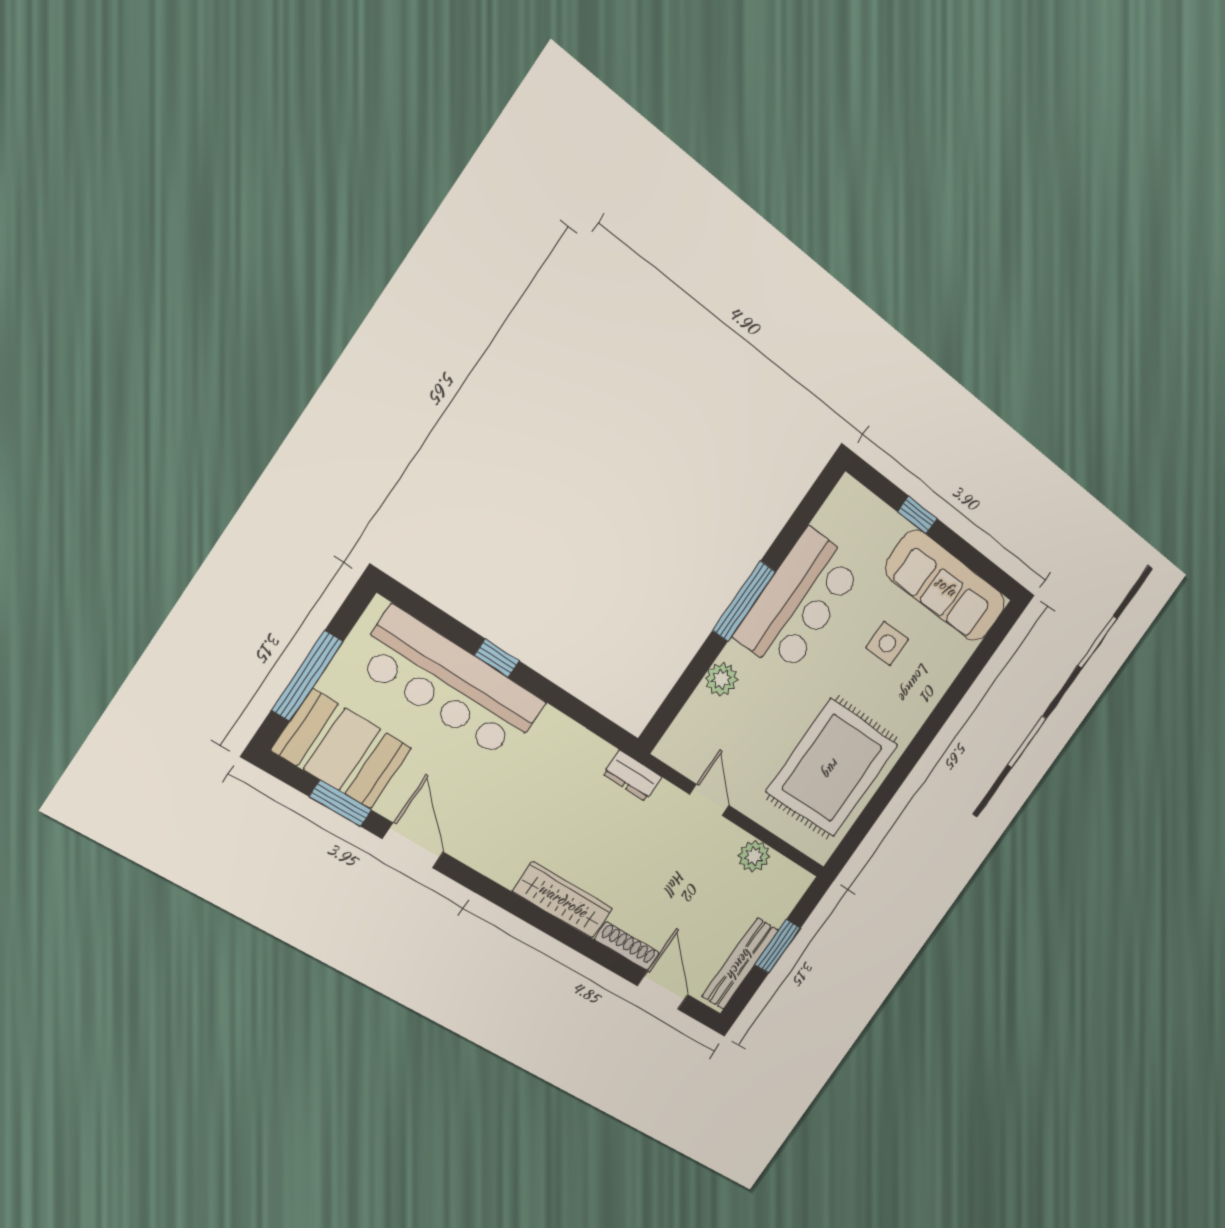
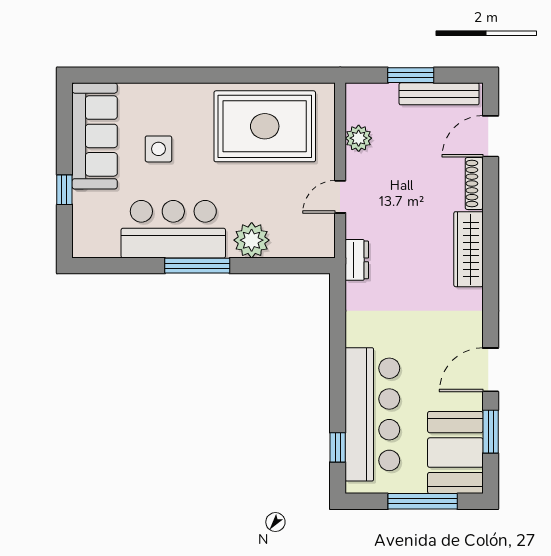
window: (497, 658) -> (338, 447), moved
plant: (721, 679) -> (252, 240), width x1.36, depth x1.36

